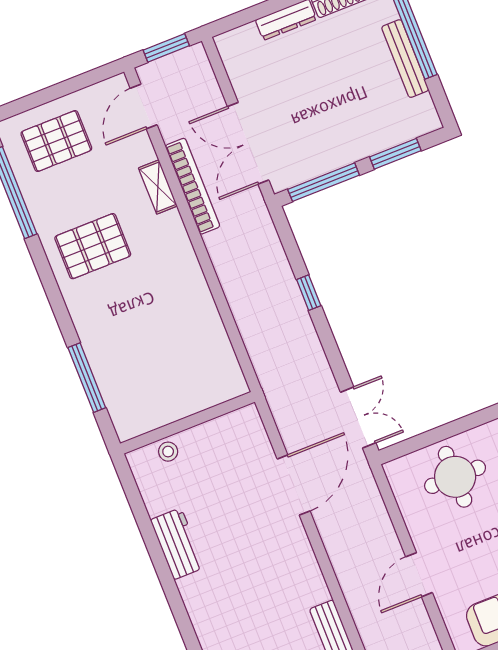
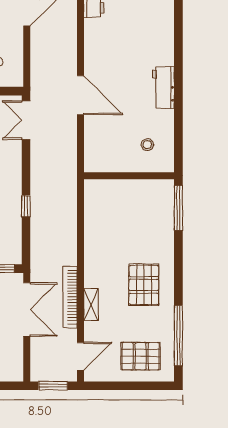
pallet: (93, 246) -> (144, 285), turned 90
wall: (187, 423) -> (129, 176), moved
door: (294, 485) -> (80, 95), swing flipped

